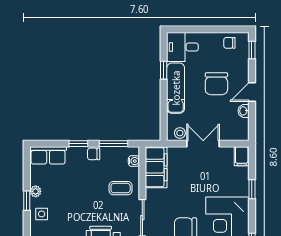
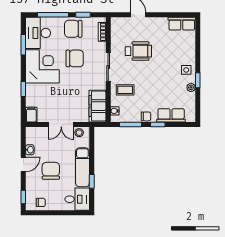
row of seats: (48, 155) -> (171, 115), moved

